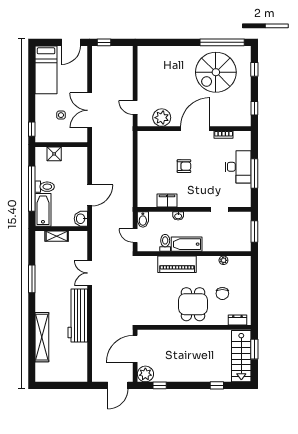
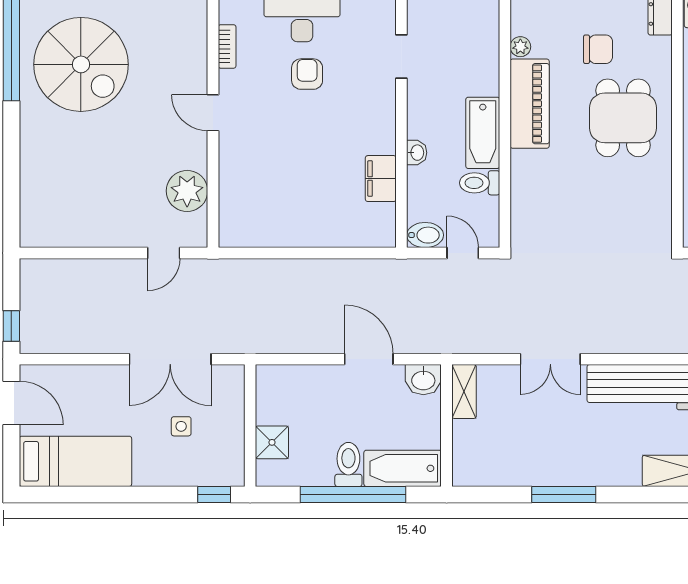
door: (195, 129) -> (213, 113), width x0.53
armchair: (184, 166) -> (307, 74), moved
shelving: (57, 236) -> (464, 391), moved
door: (135, 236) -> (463, 253), swing flipped
piano: (177, 264) -> (530, 104), moved
dining table: (193, 304) -> (623, 118), turned 90

